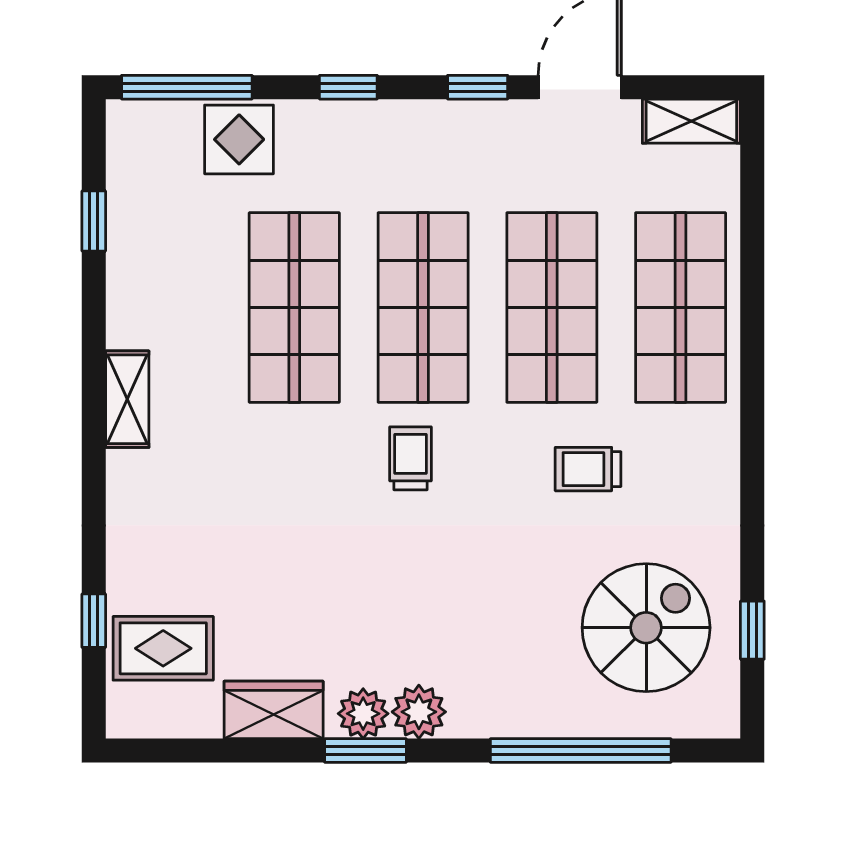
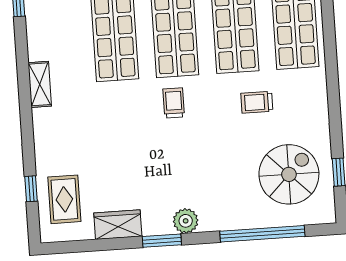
rug: (163, 648) -> (64, 199), turned 90
plant: (363, 714) -> (160, 223), removed

